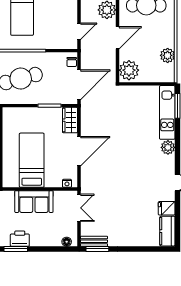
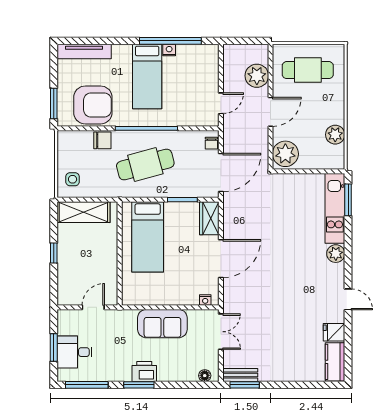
bed: (32, 160) -> (148, 237), moved, turned 180

